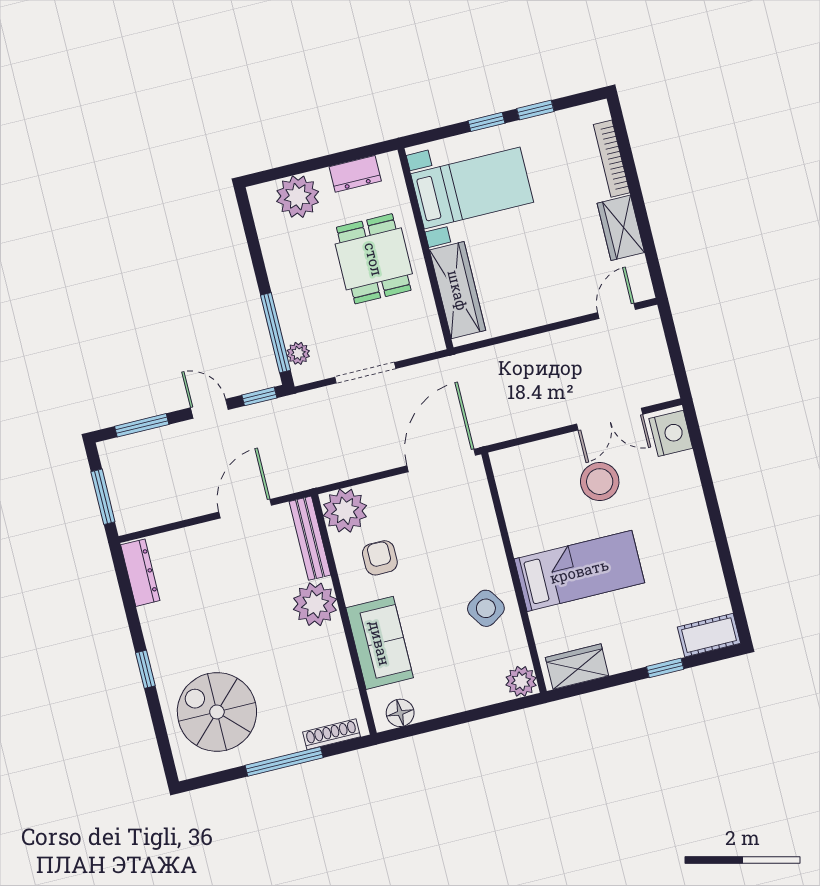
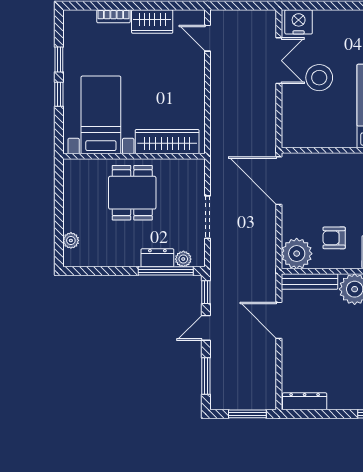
bookcase: (612, 159) -> (113, 16), width x0.64
dresser: (355, 174) -> (157, 258), moved, turned -90
plant: (298, 197) -> (71, 240), width x0.53, depth x0.53
dining table: (374, 259) -> (132, 193), turned 90

